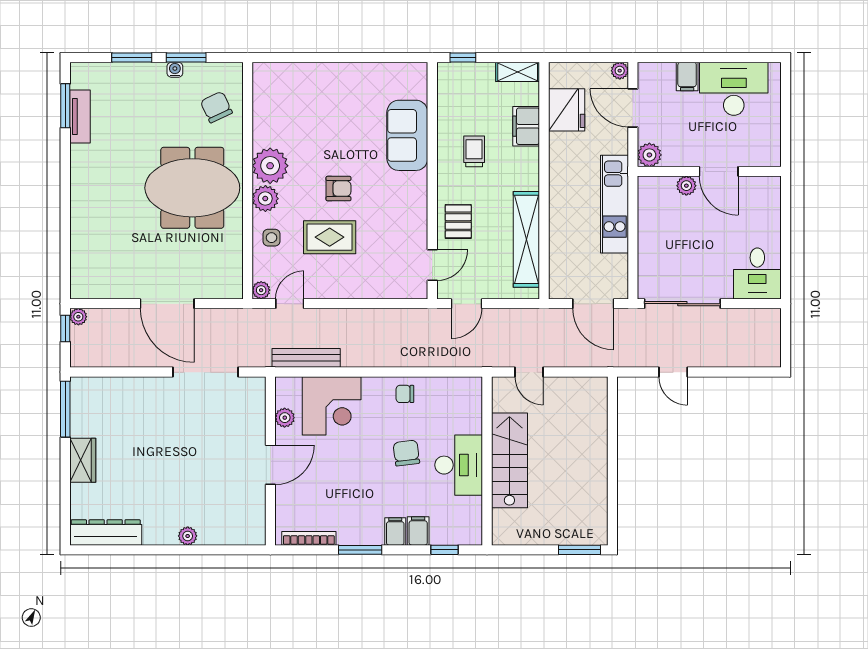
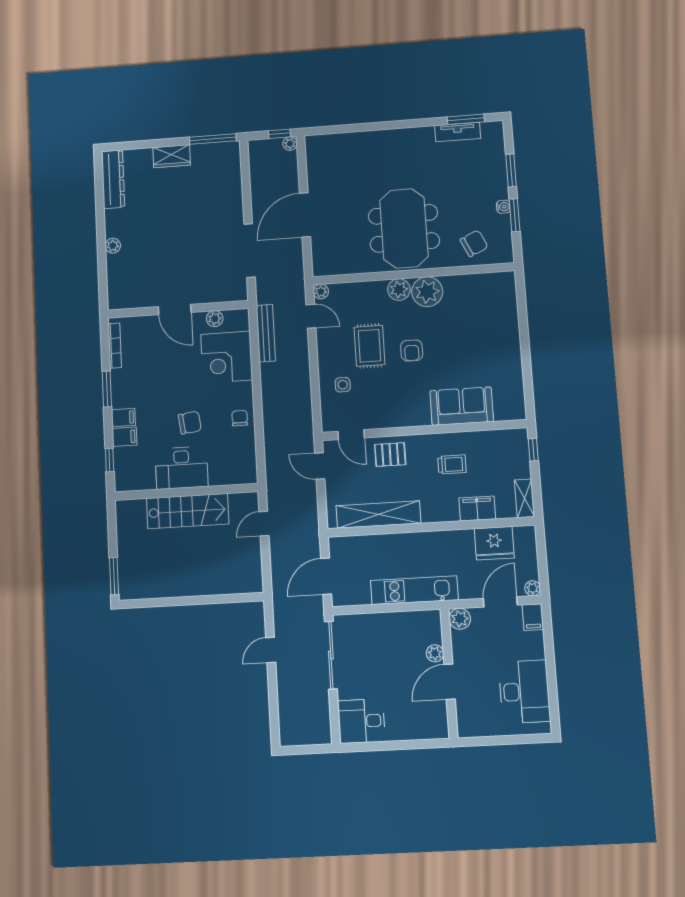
filing cabinet: (687, 76) -> (533, 617), moved, turned -90
side table: (272, 238) -> (343, 385), moved

